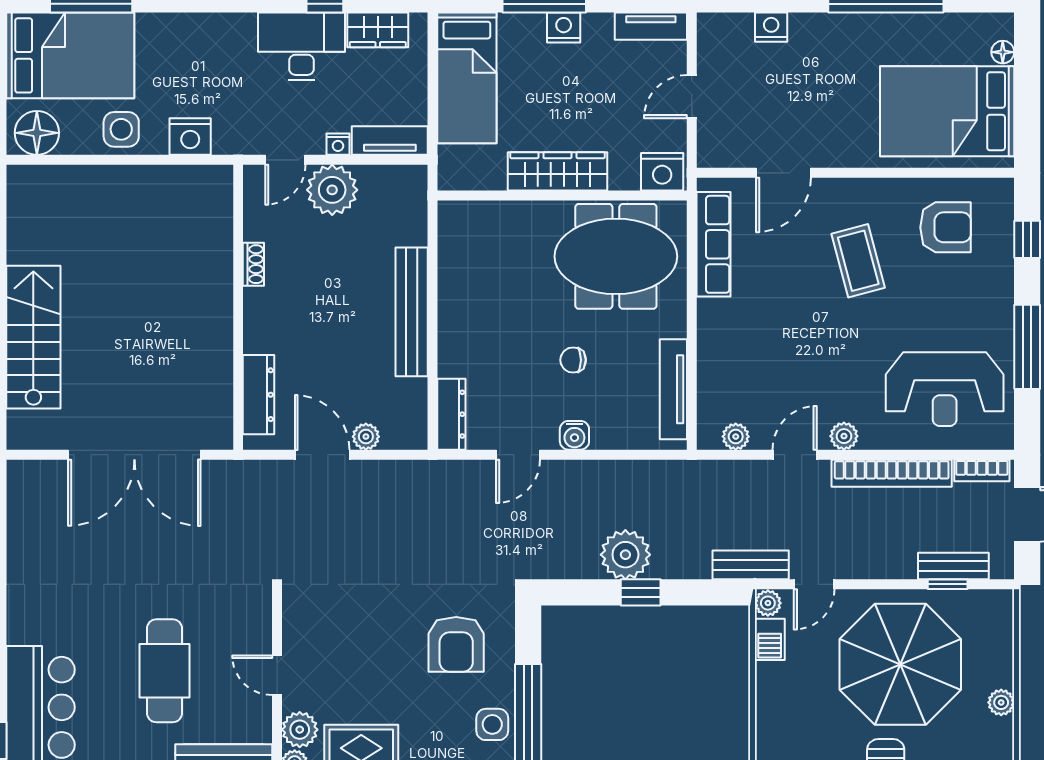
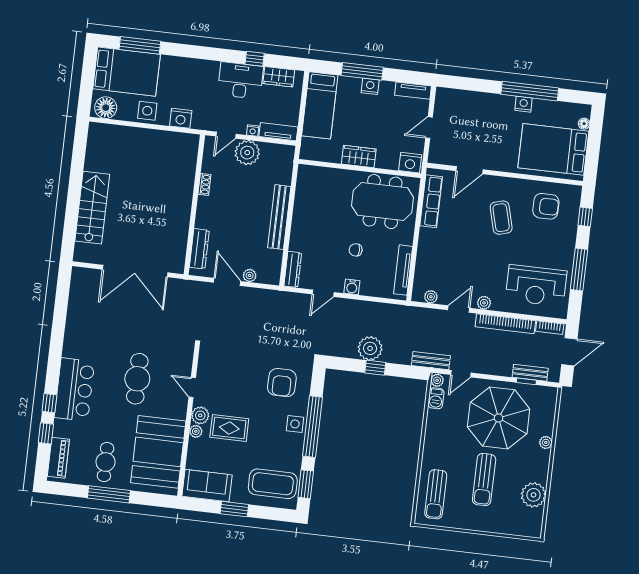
nightstand: (771, 27) -> (524, 104), moved
wardrobe: (557, 171) -> (359, 156), width x0.67

